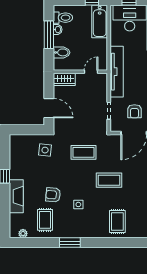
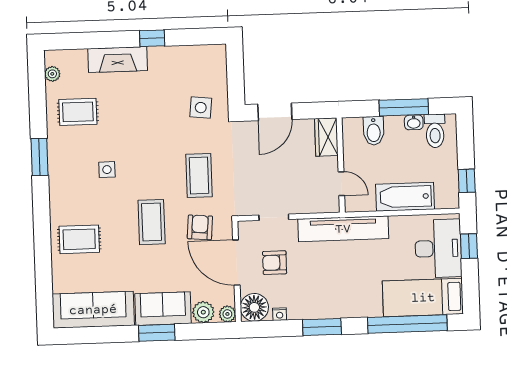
bathtub: (100, 22) -> (405, 197), moved
armchair: (53, 195) -> (200, 227), moved

